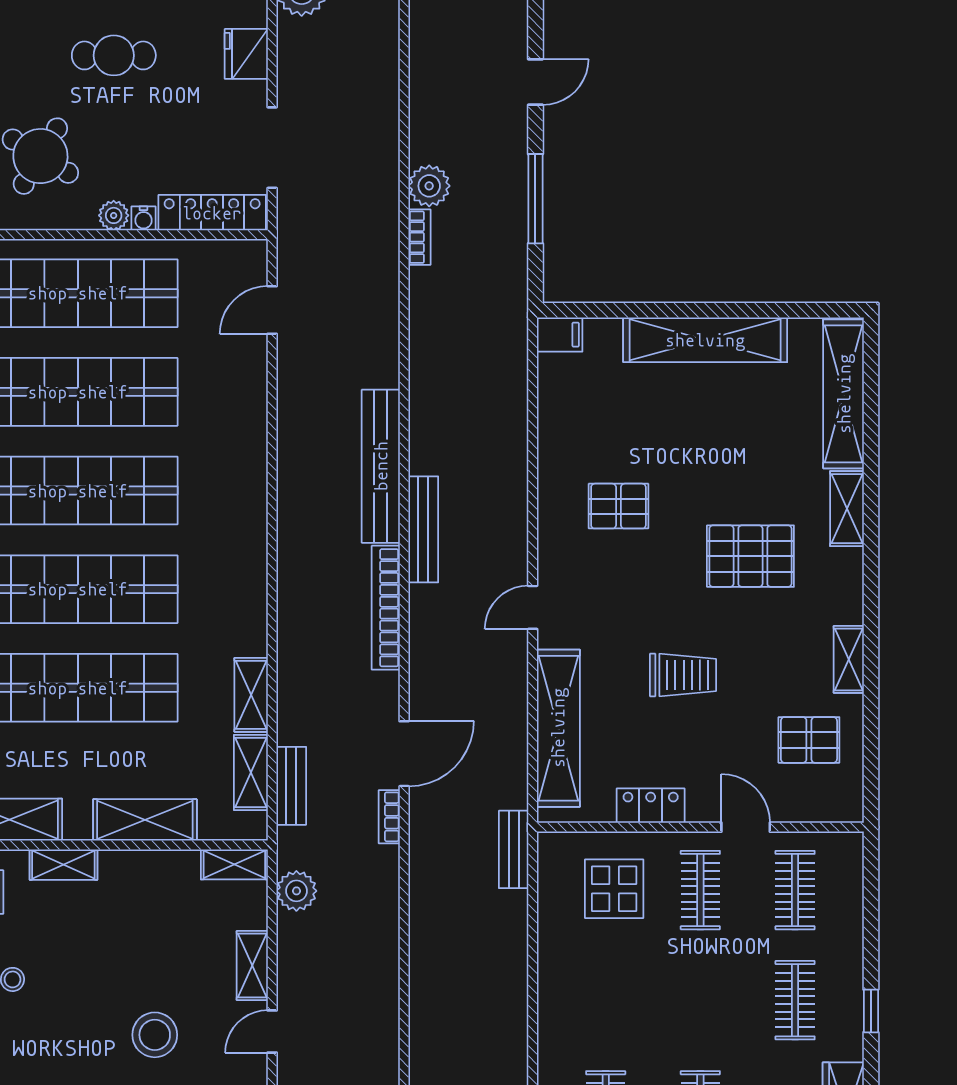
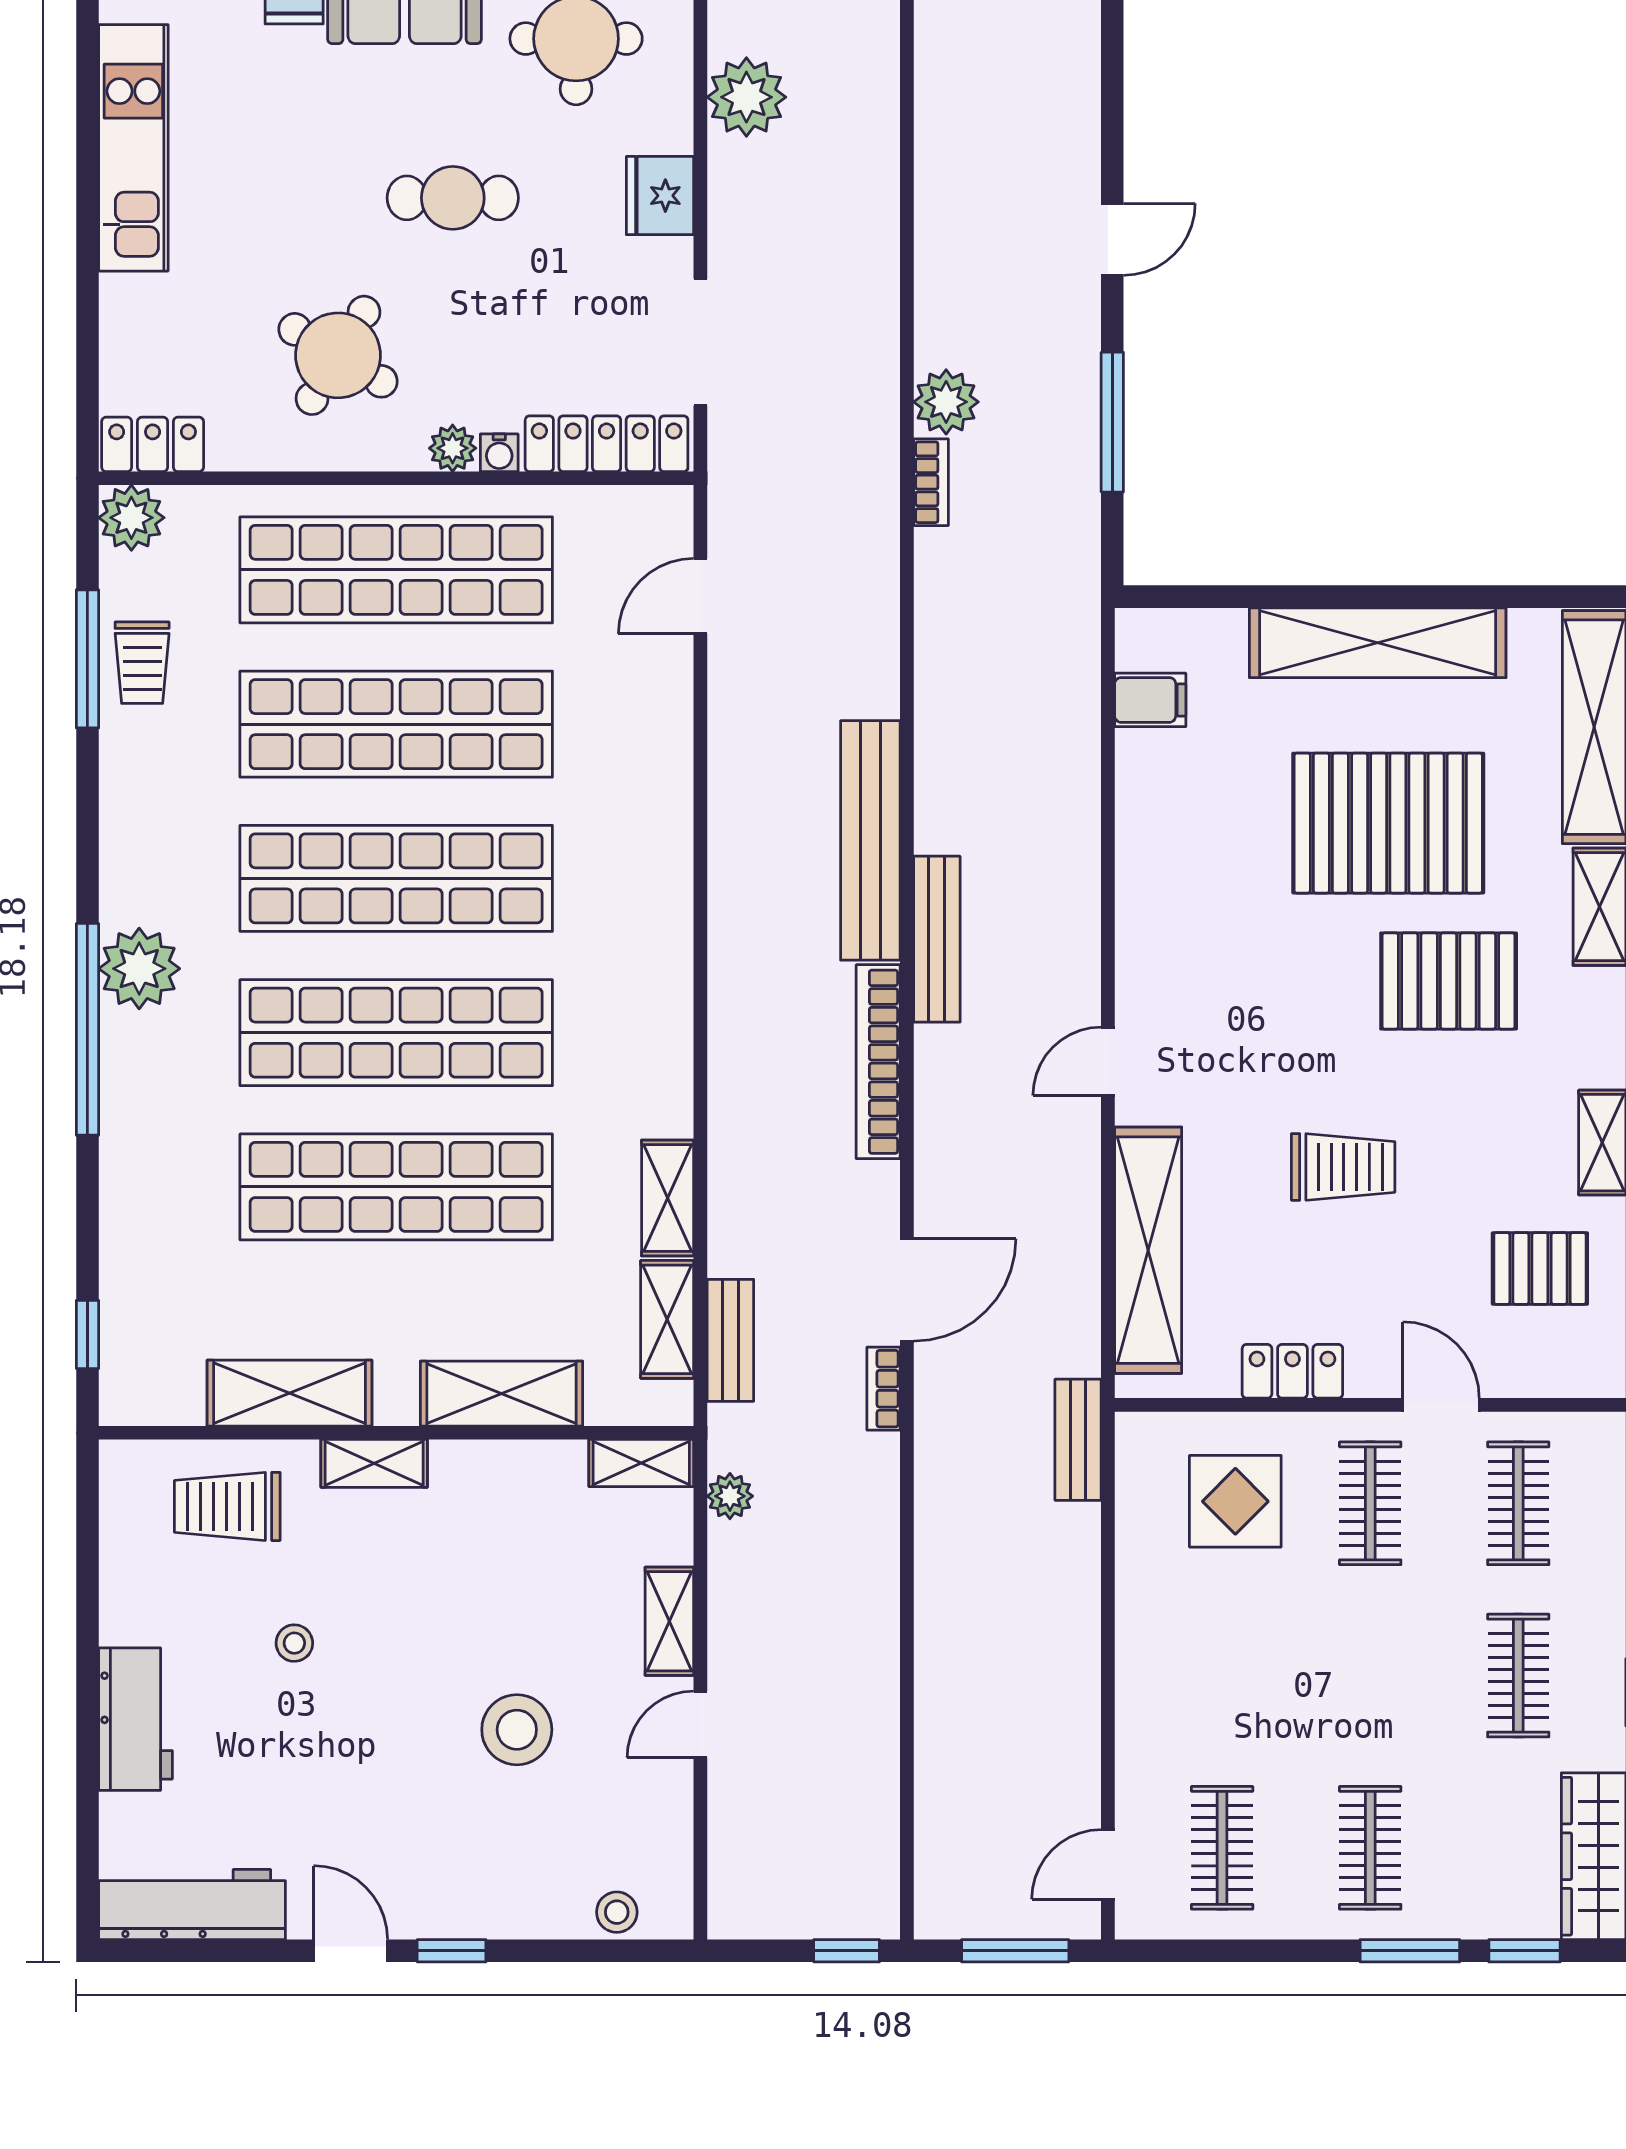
filing cabinet: (560, 335) -> (1150, 700), moved
pallet: (618, 506) -> (1388, 823), moved, width x2.05, depth x2.00
plant: (296, 891) -> (730, 1496), width x0.73, depth x0.73

